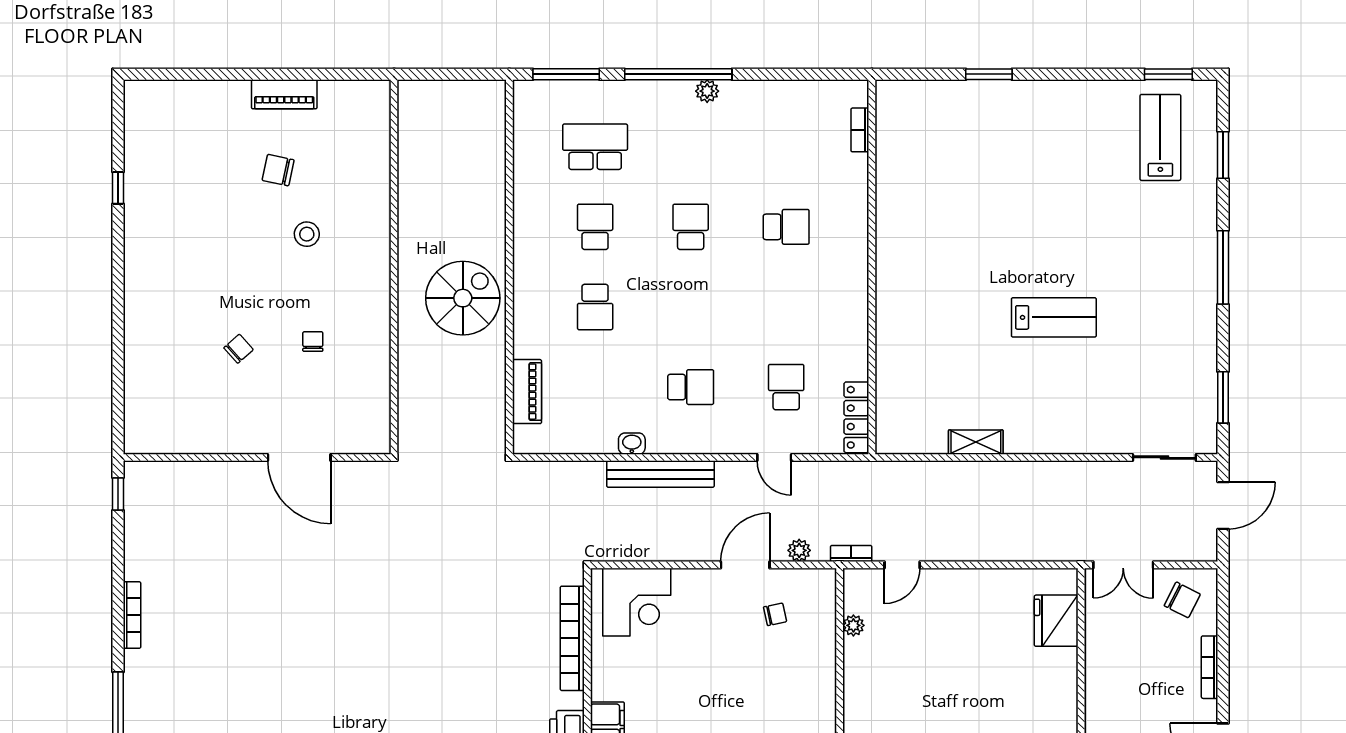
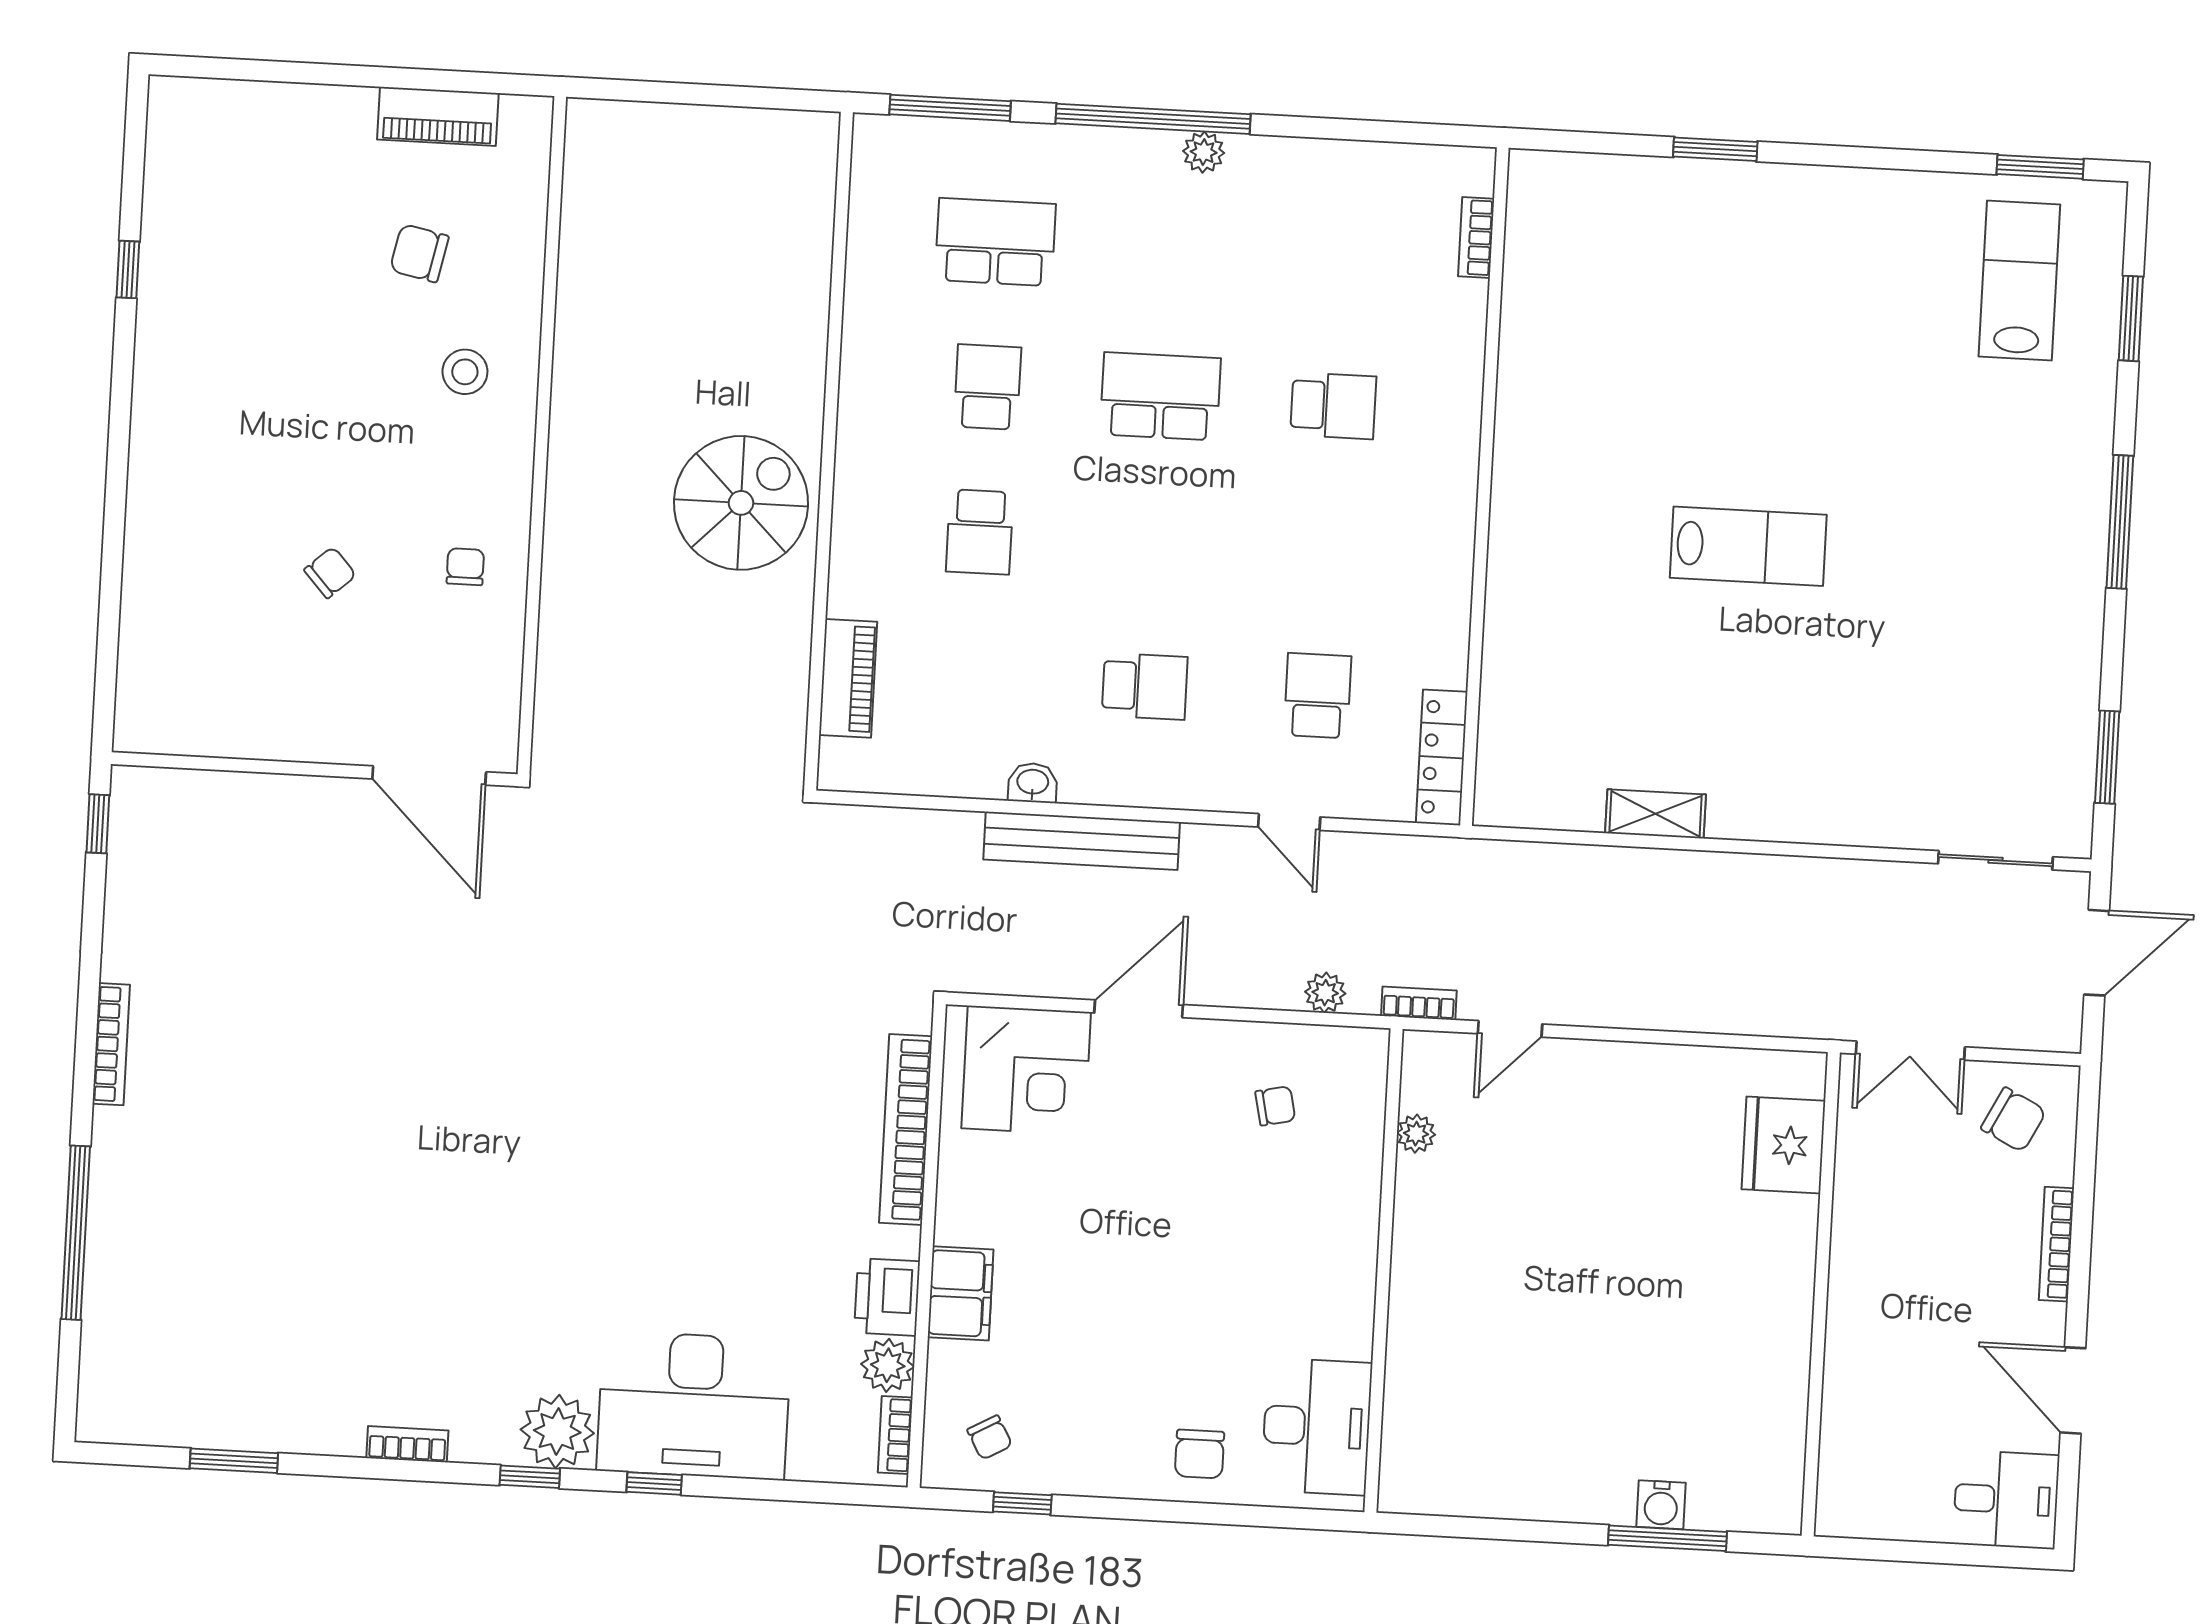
school desk: (691, 227) -> (1160, 396), width x1.85
wall: (394, 267) -> (542, 436), moved
lab bench: (1054, 317) -> (1748, 546), moved
door: (745, 565) -> (1139, 1009), moved

